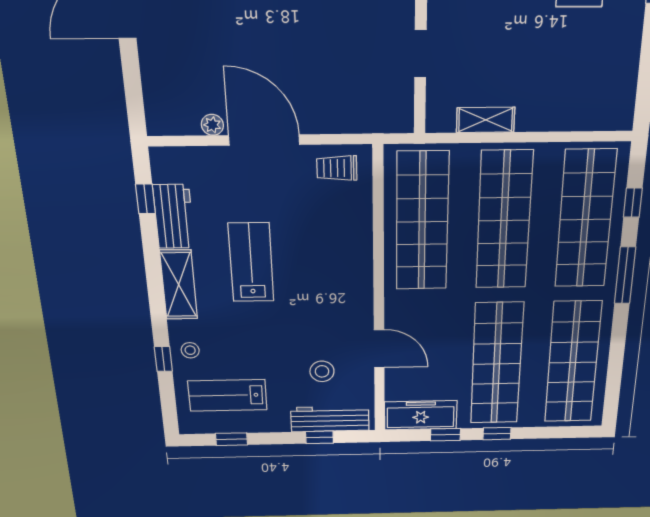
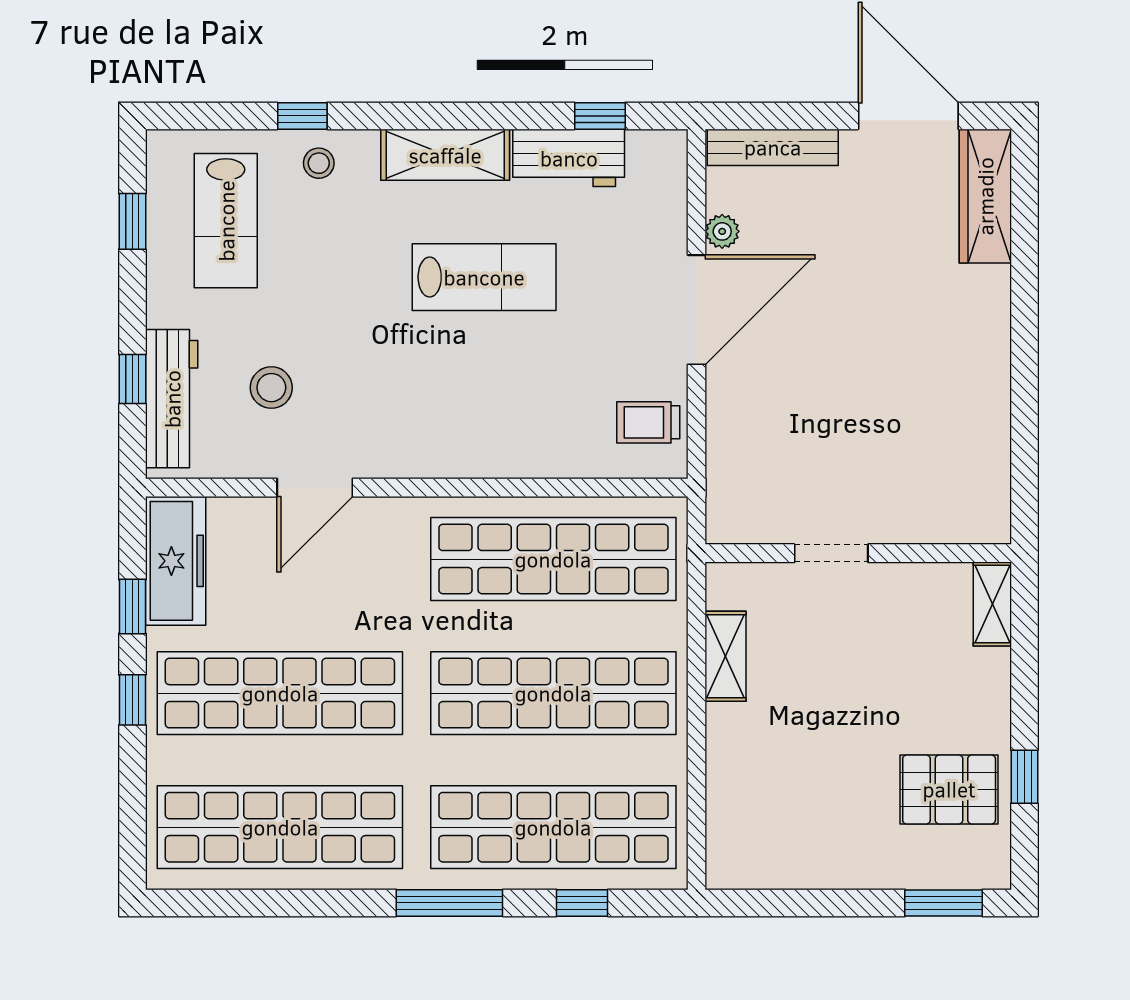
bench: (154, 94) -> (773, 147), added
trolley: (337, 168) -> (648, 422), turned -90
lab bench: (228, 395) -> (226, 221), turned 180

